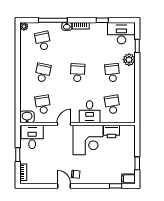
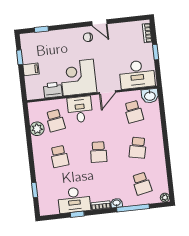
desk: (121, 33) -> (74, 200), moved
plant: (129, 60) -> (37, 129), moved
desk: (32, 137) -> (137, 74), width x1.37
filing cabinet: (129, 179) -> (31, 69), moved

